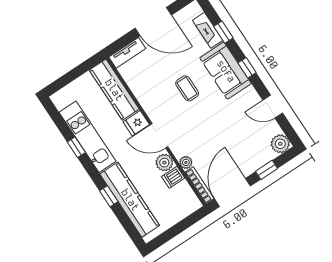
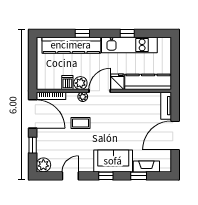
coffee table: (187, 88) -> (80, 123), moved
plant: (186, 162) -> (83, 97), moved

